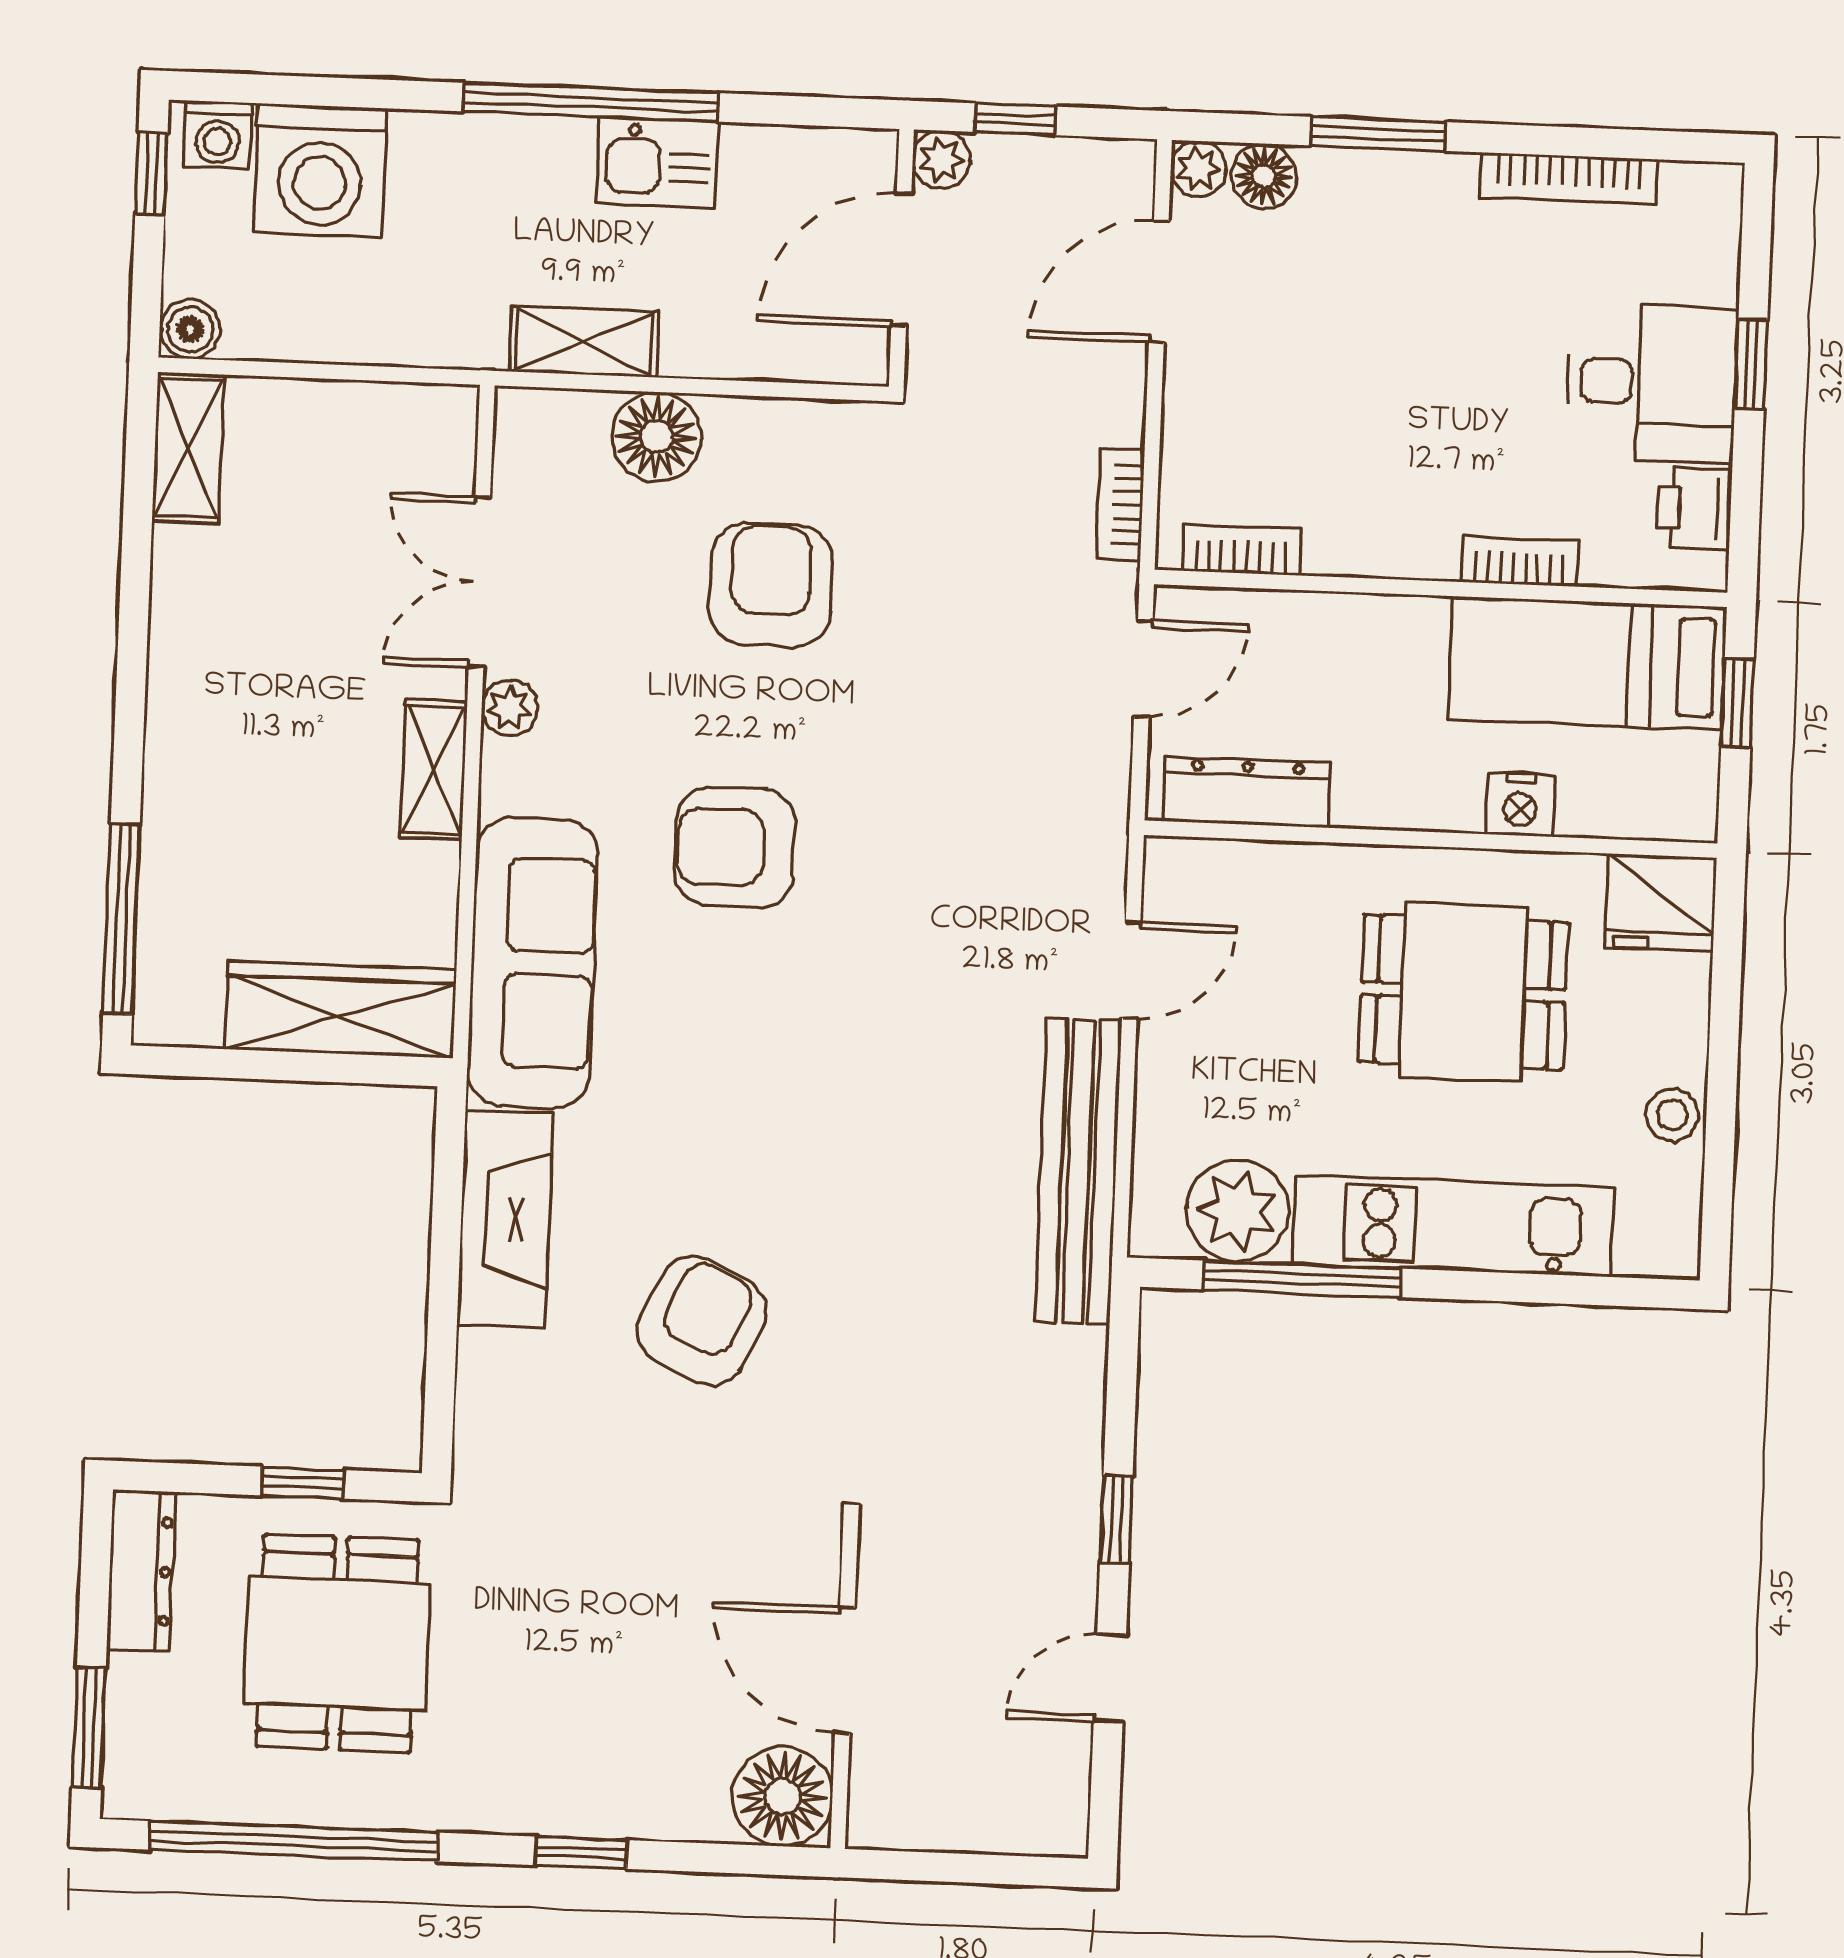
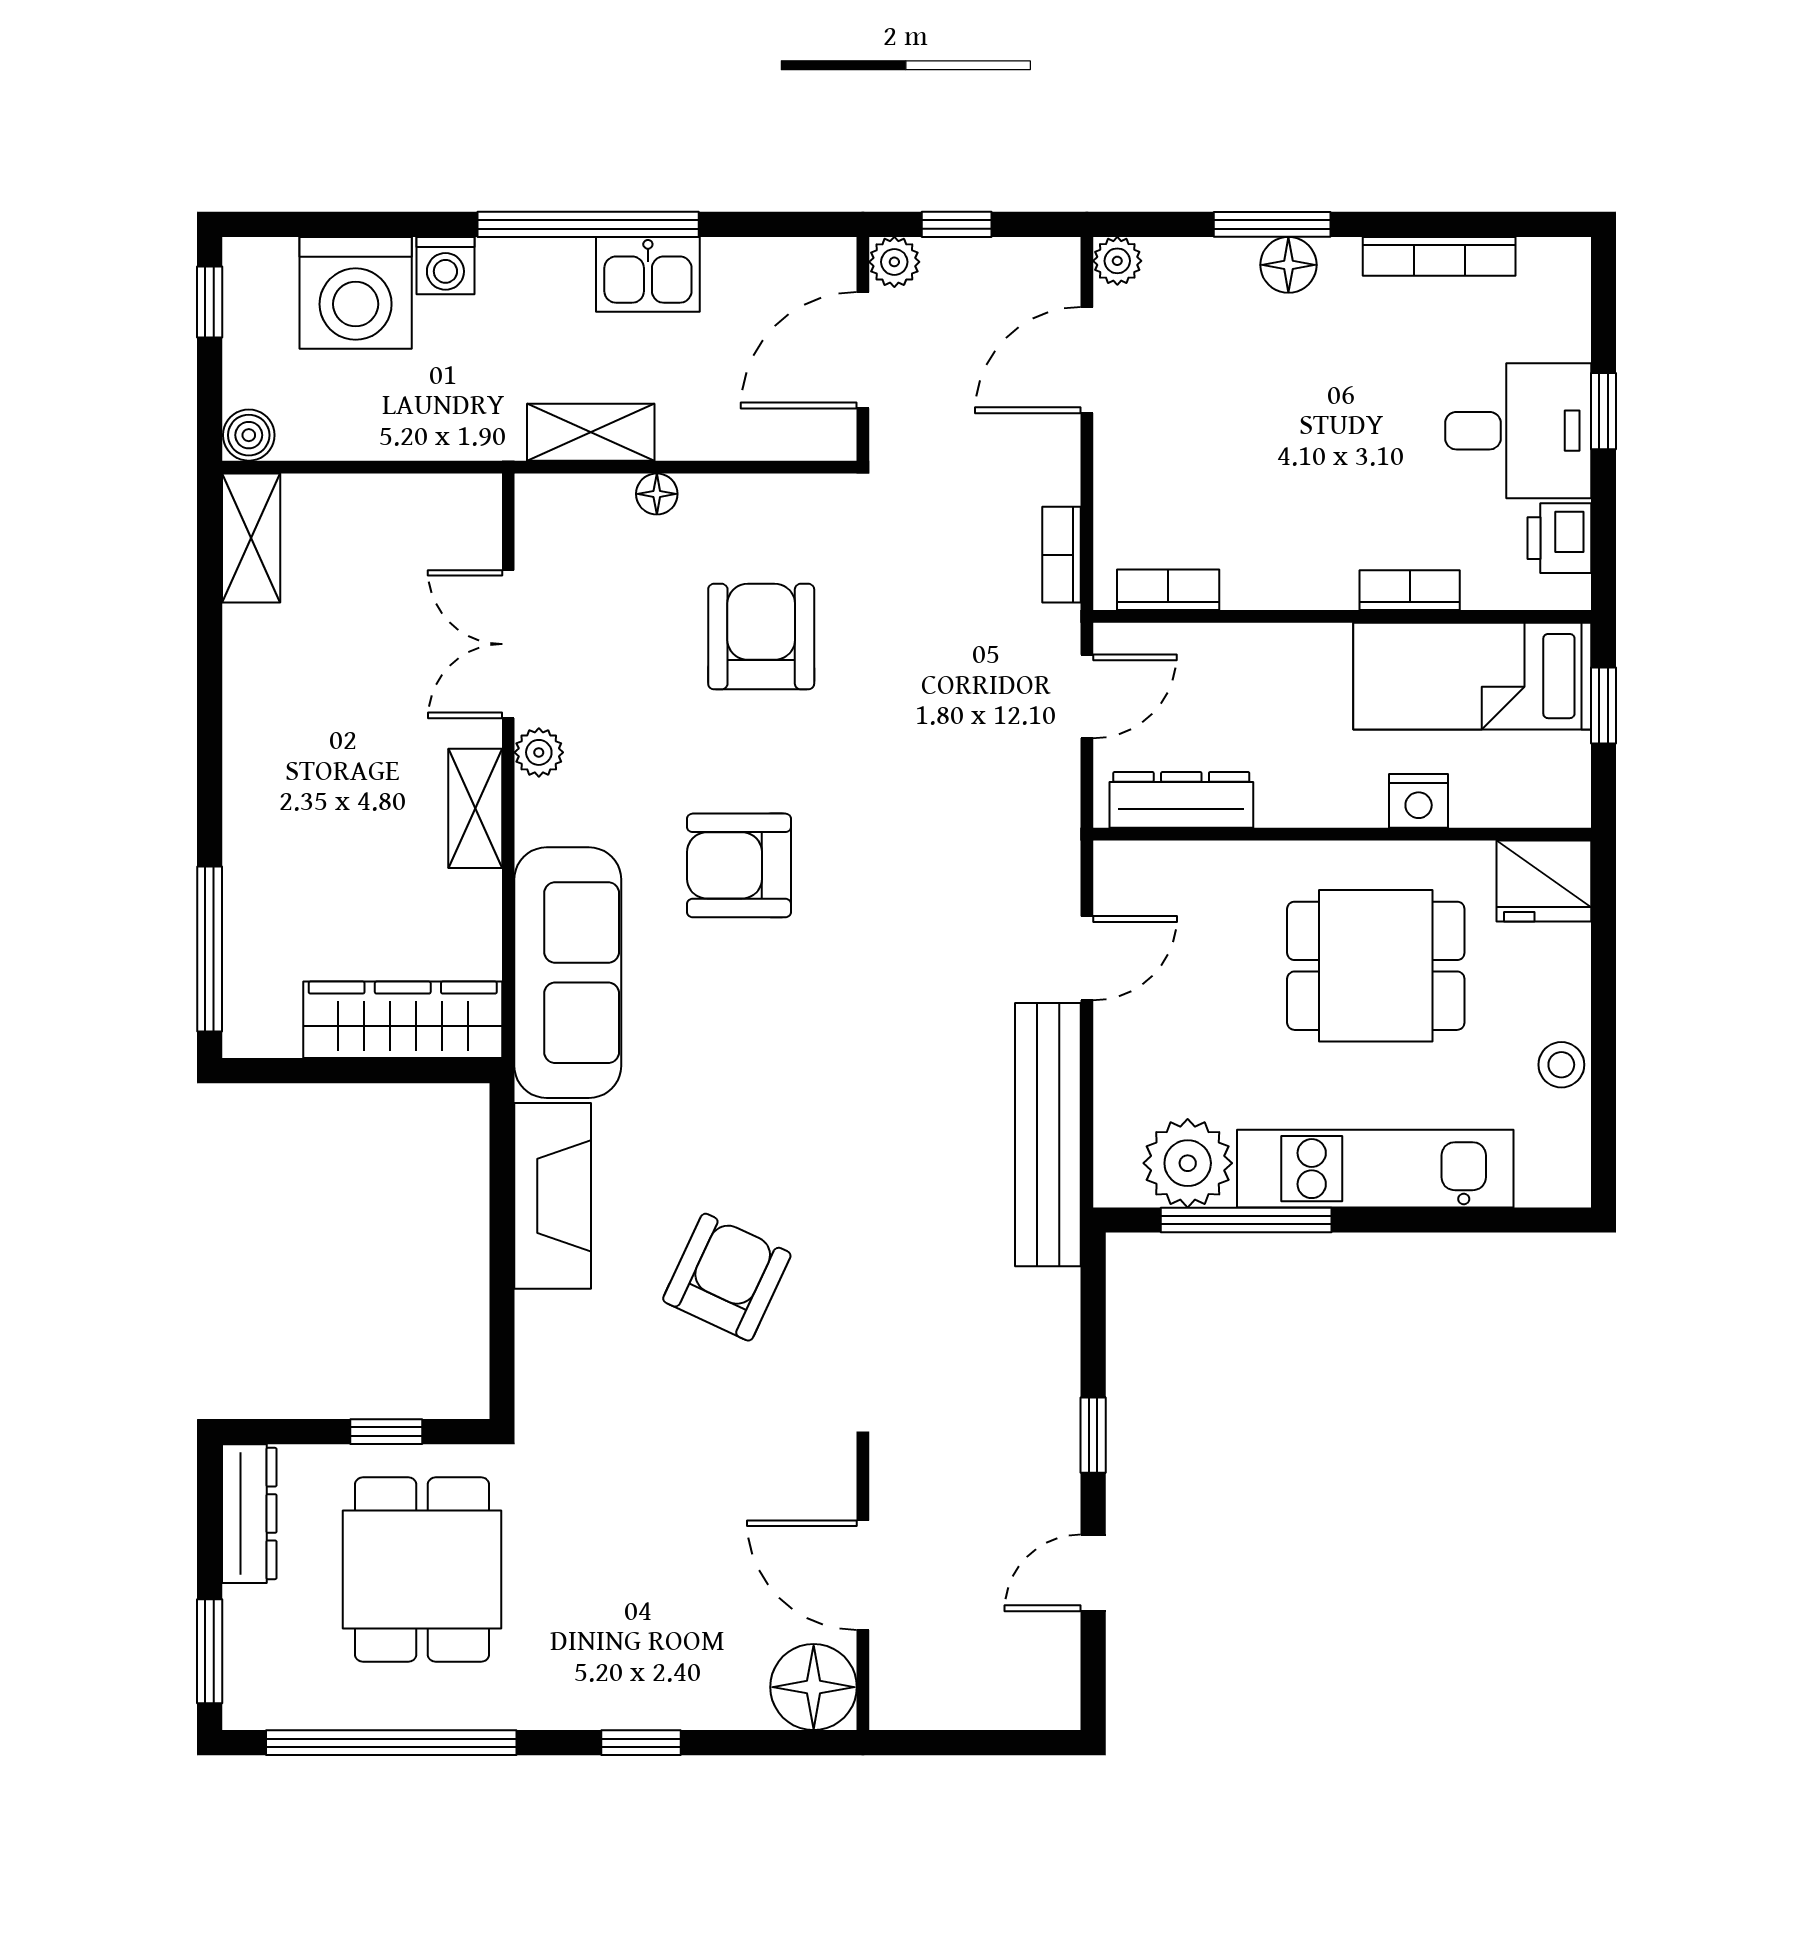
washing machine: (218, 135) -> (445, 266), moved
floor lamp: (1264, 176) -> (1288, 265), moved
floor lamp: (656, 437) -> (657, 494), width x0.53, depth x0.53

